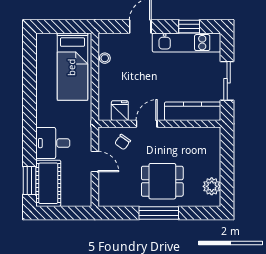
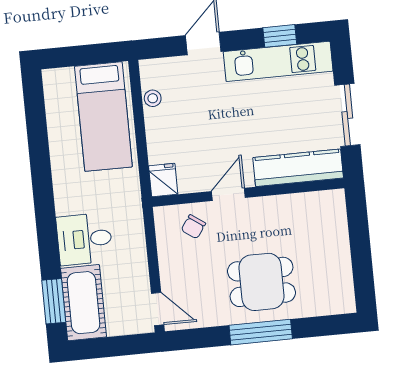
fridge: (120, 111) -> (163, 180), moved
door: (95, 162) -> (158, 309), moved
plant: (212, 186) -> (340, 282), removed

